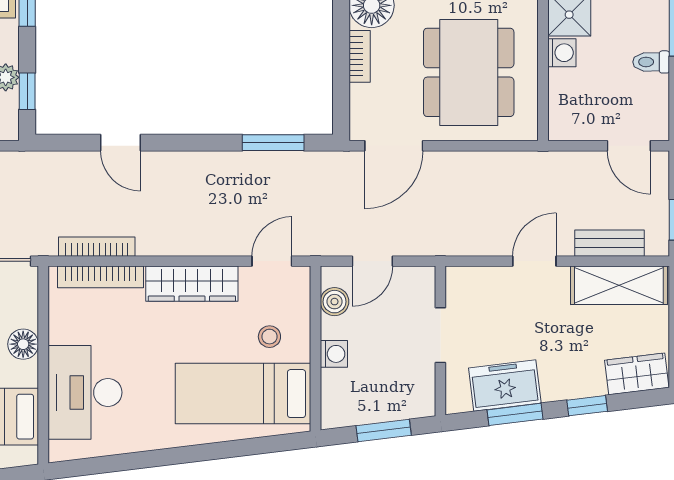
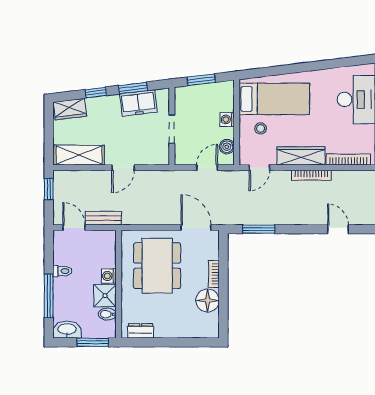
door: (394, 146) -> (196, 228), hinge flipped
bench: (610, 243) -> (103, 218), moved
bookcase: (97, 247) -> (311, 175), moved

